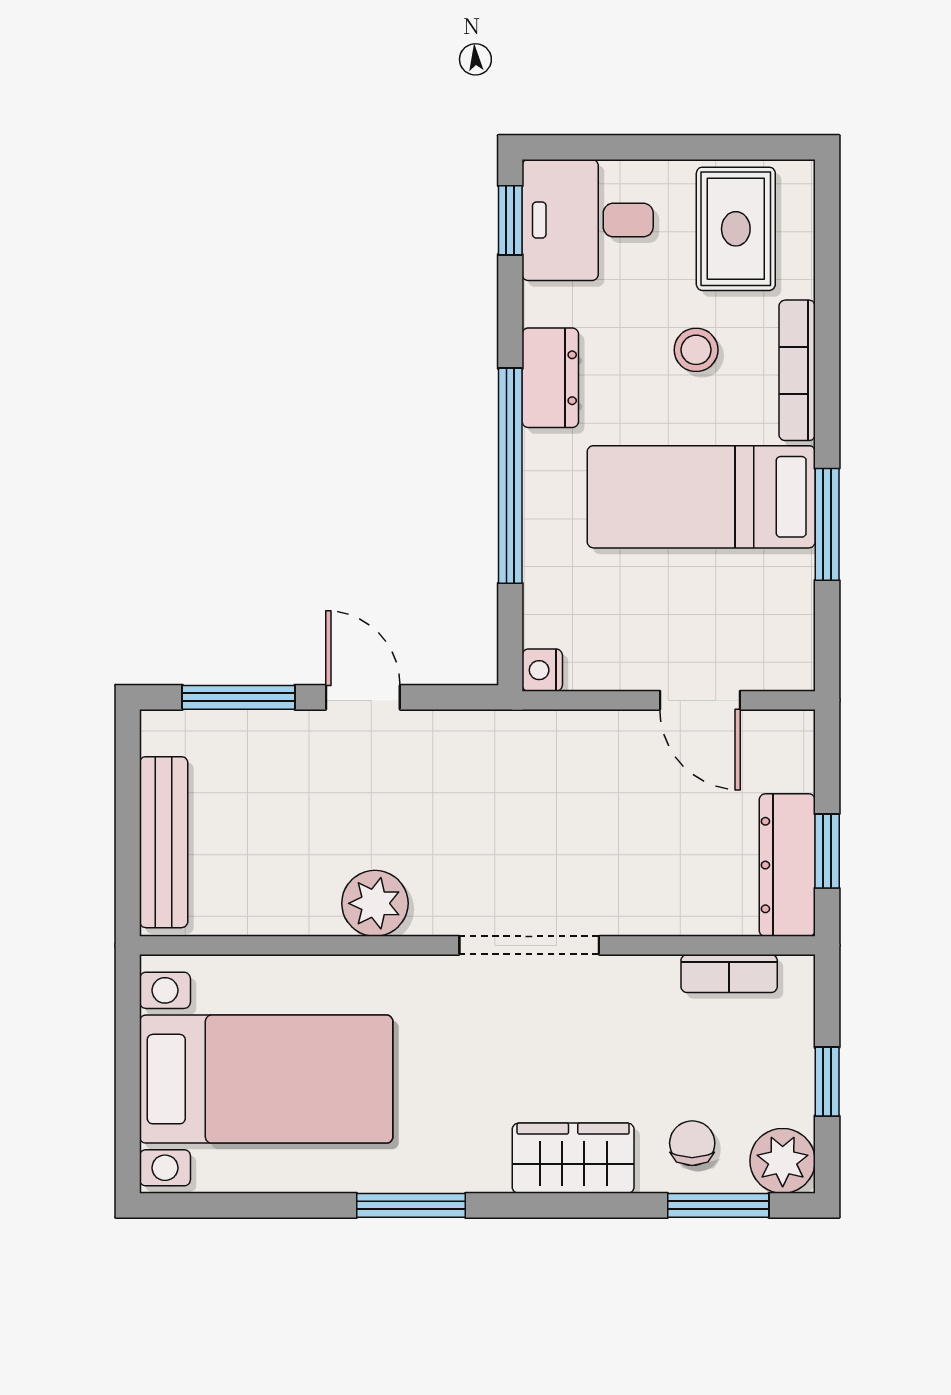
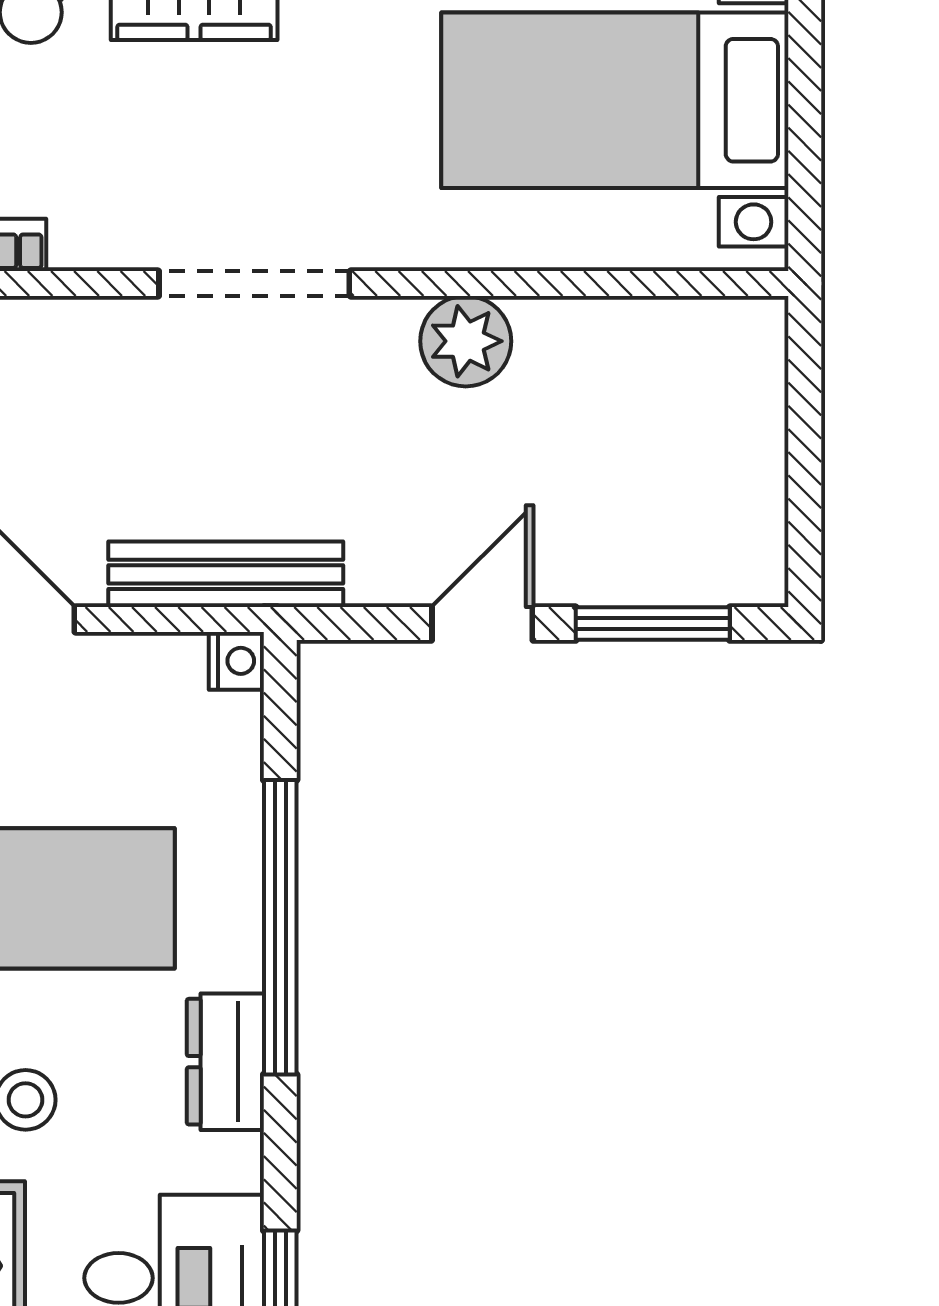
door: (363, 697) -> (482, 624), swing flipped
bench: (164, 842) -> (226, 574), moved, turned 90

